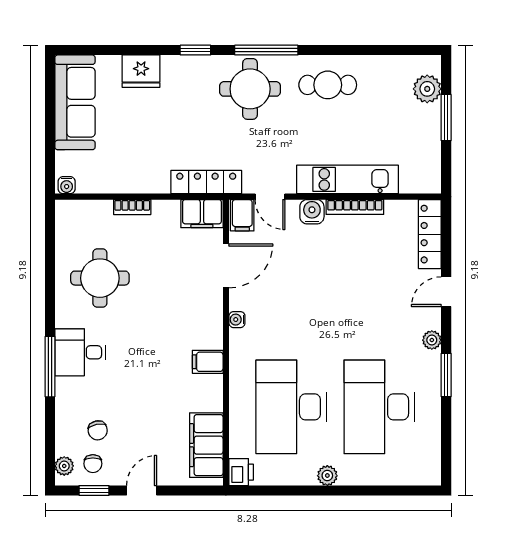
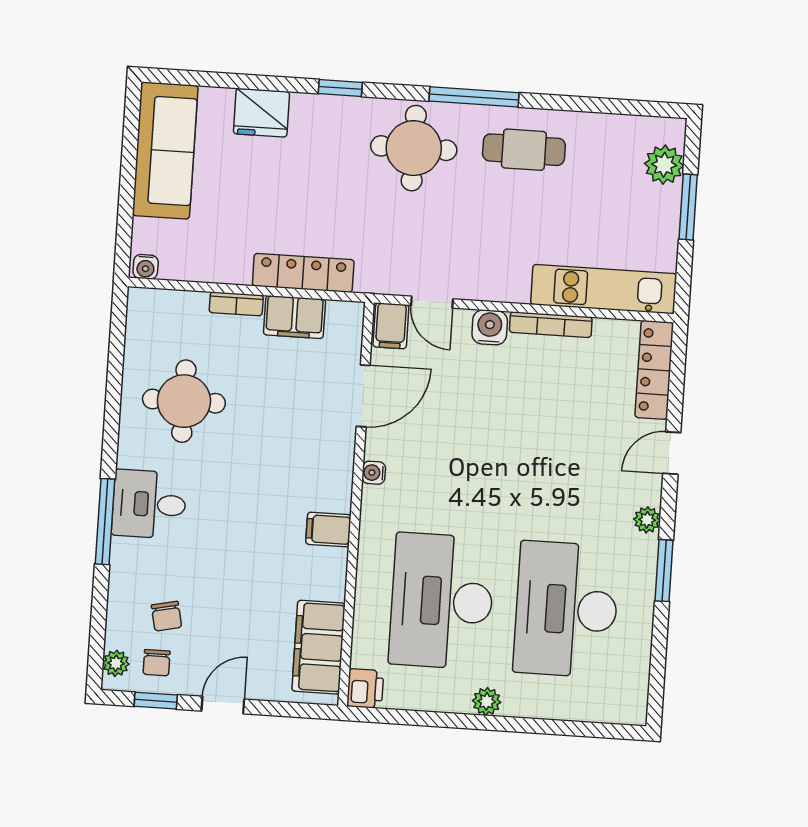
window: (266, 50) -> (474, 97), moved
kitchen unit: (348, 179) -> (604, 289), moved
locker: (206, 182) -> (303, 273), moved
filing cabinet: (202, 214) -> (295, 317), moved

